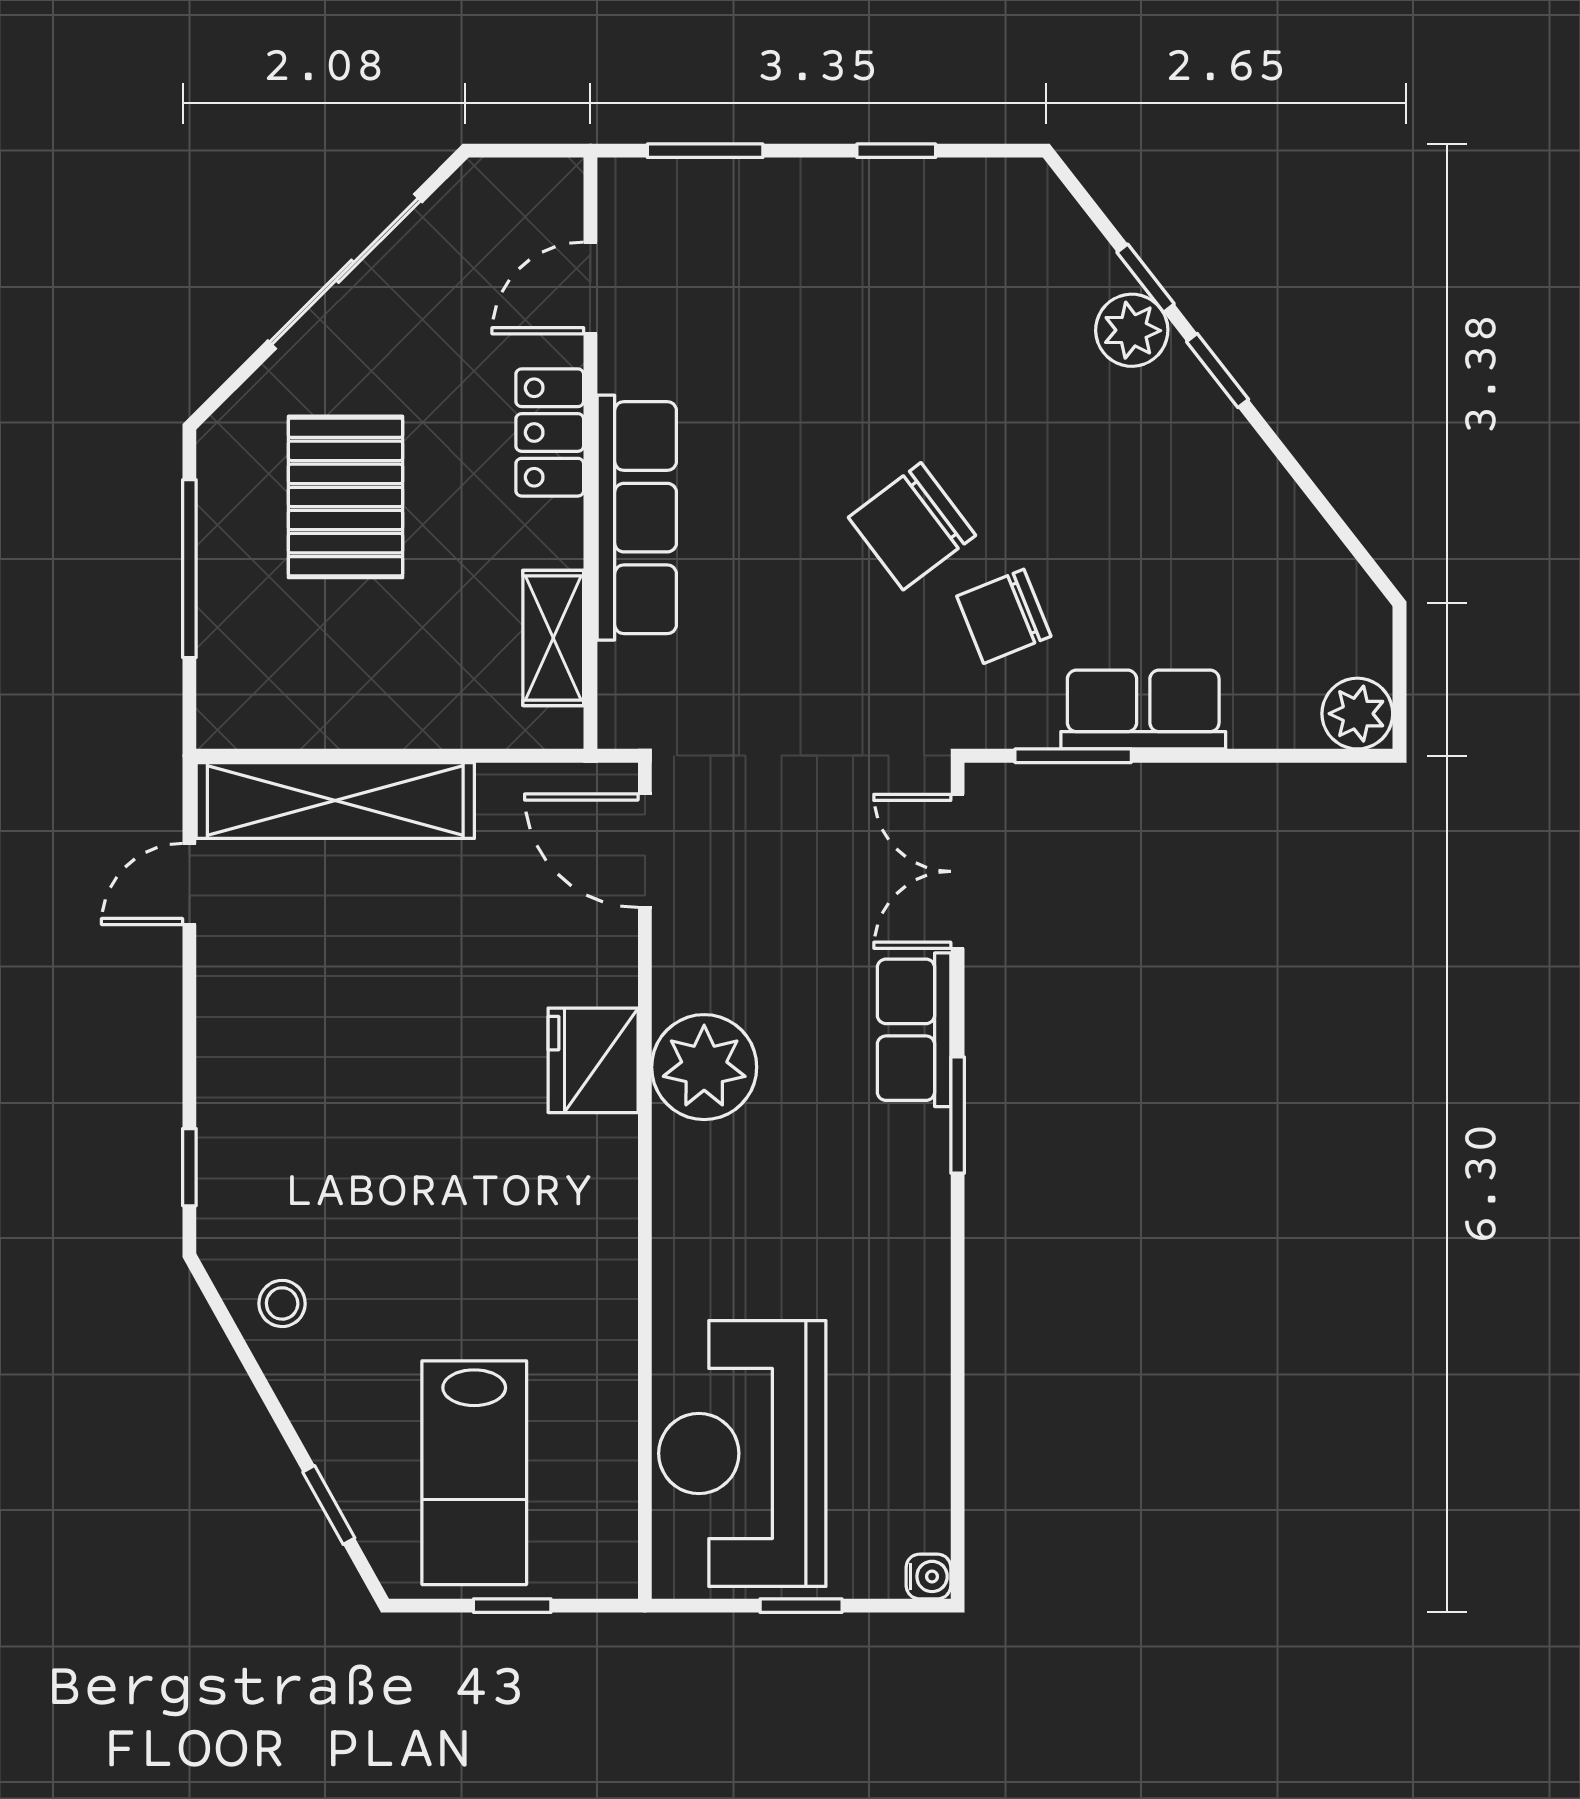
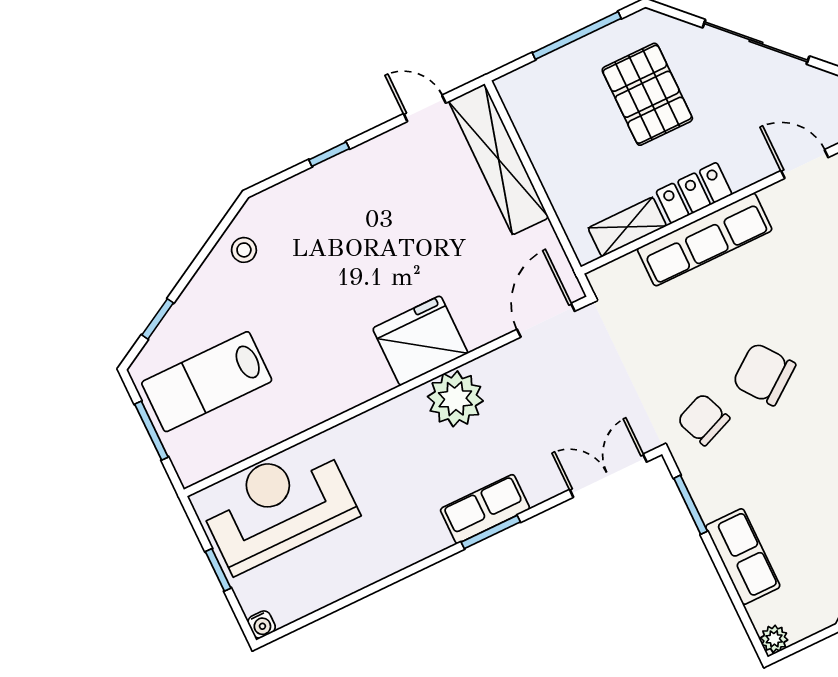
locker: (550, 432) -> (694, 193), moved
pallet: (346, 497) -> (647, 94), turned 90
chair: (1004, 616) -> (704, 419), moved
row of seats: (1143, 710) -> (743, 557), moved
plant: (1357, 714) -> (774, 639), width x0.73, depth x0.73
row of seats: (914, 1030) -> (485, 509), moved
fridge: (593, 1060) -> (420, 341), width x1.36, depth x1.34
window: (189, 1167) -> (329, 154), moved
window: (512, 1606) -> (151, 431), width x1.50

